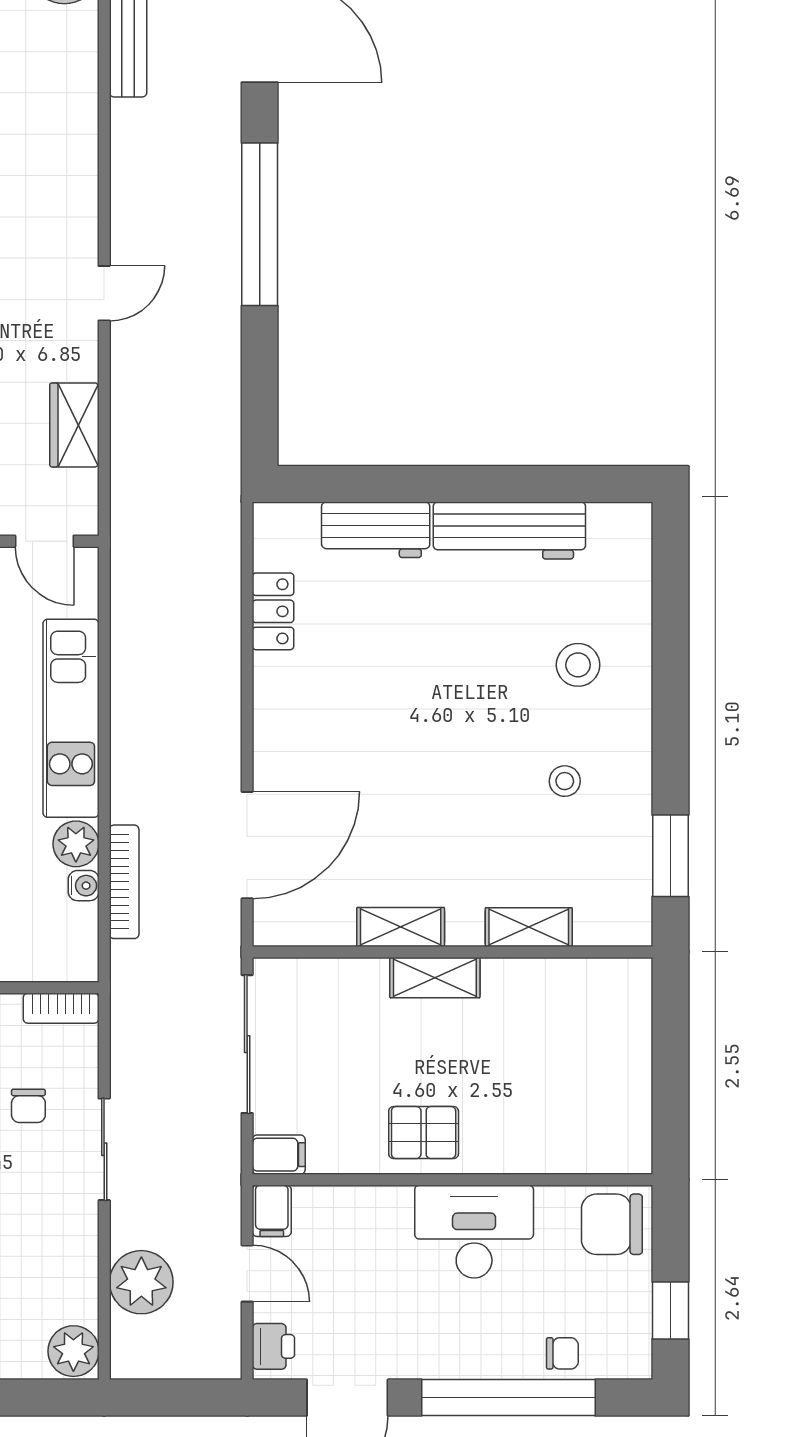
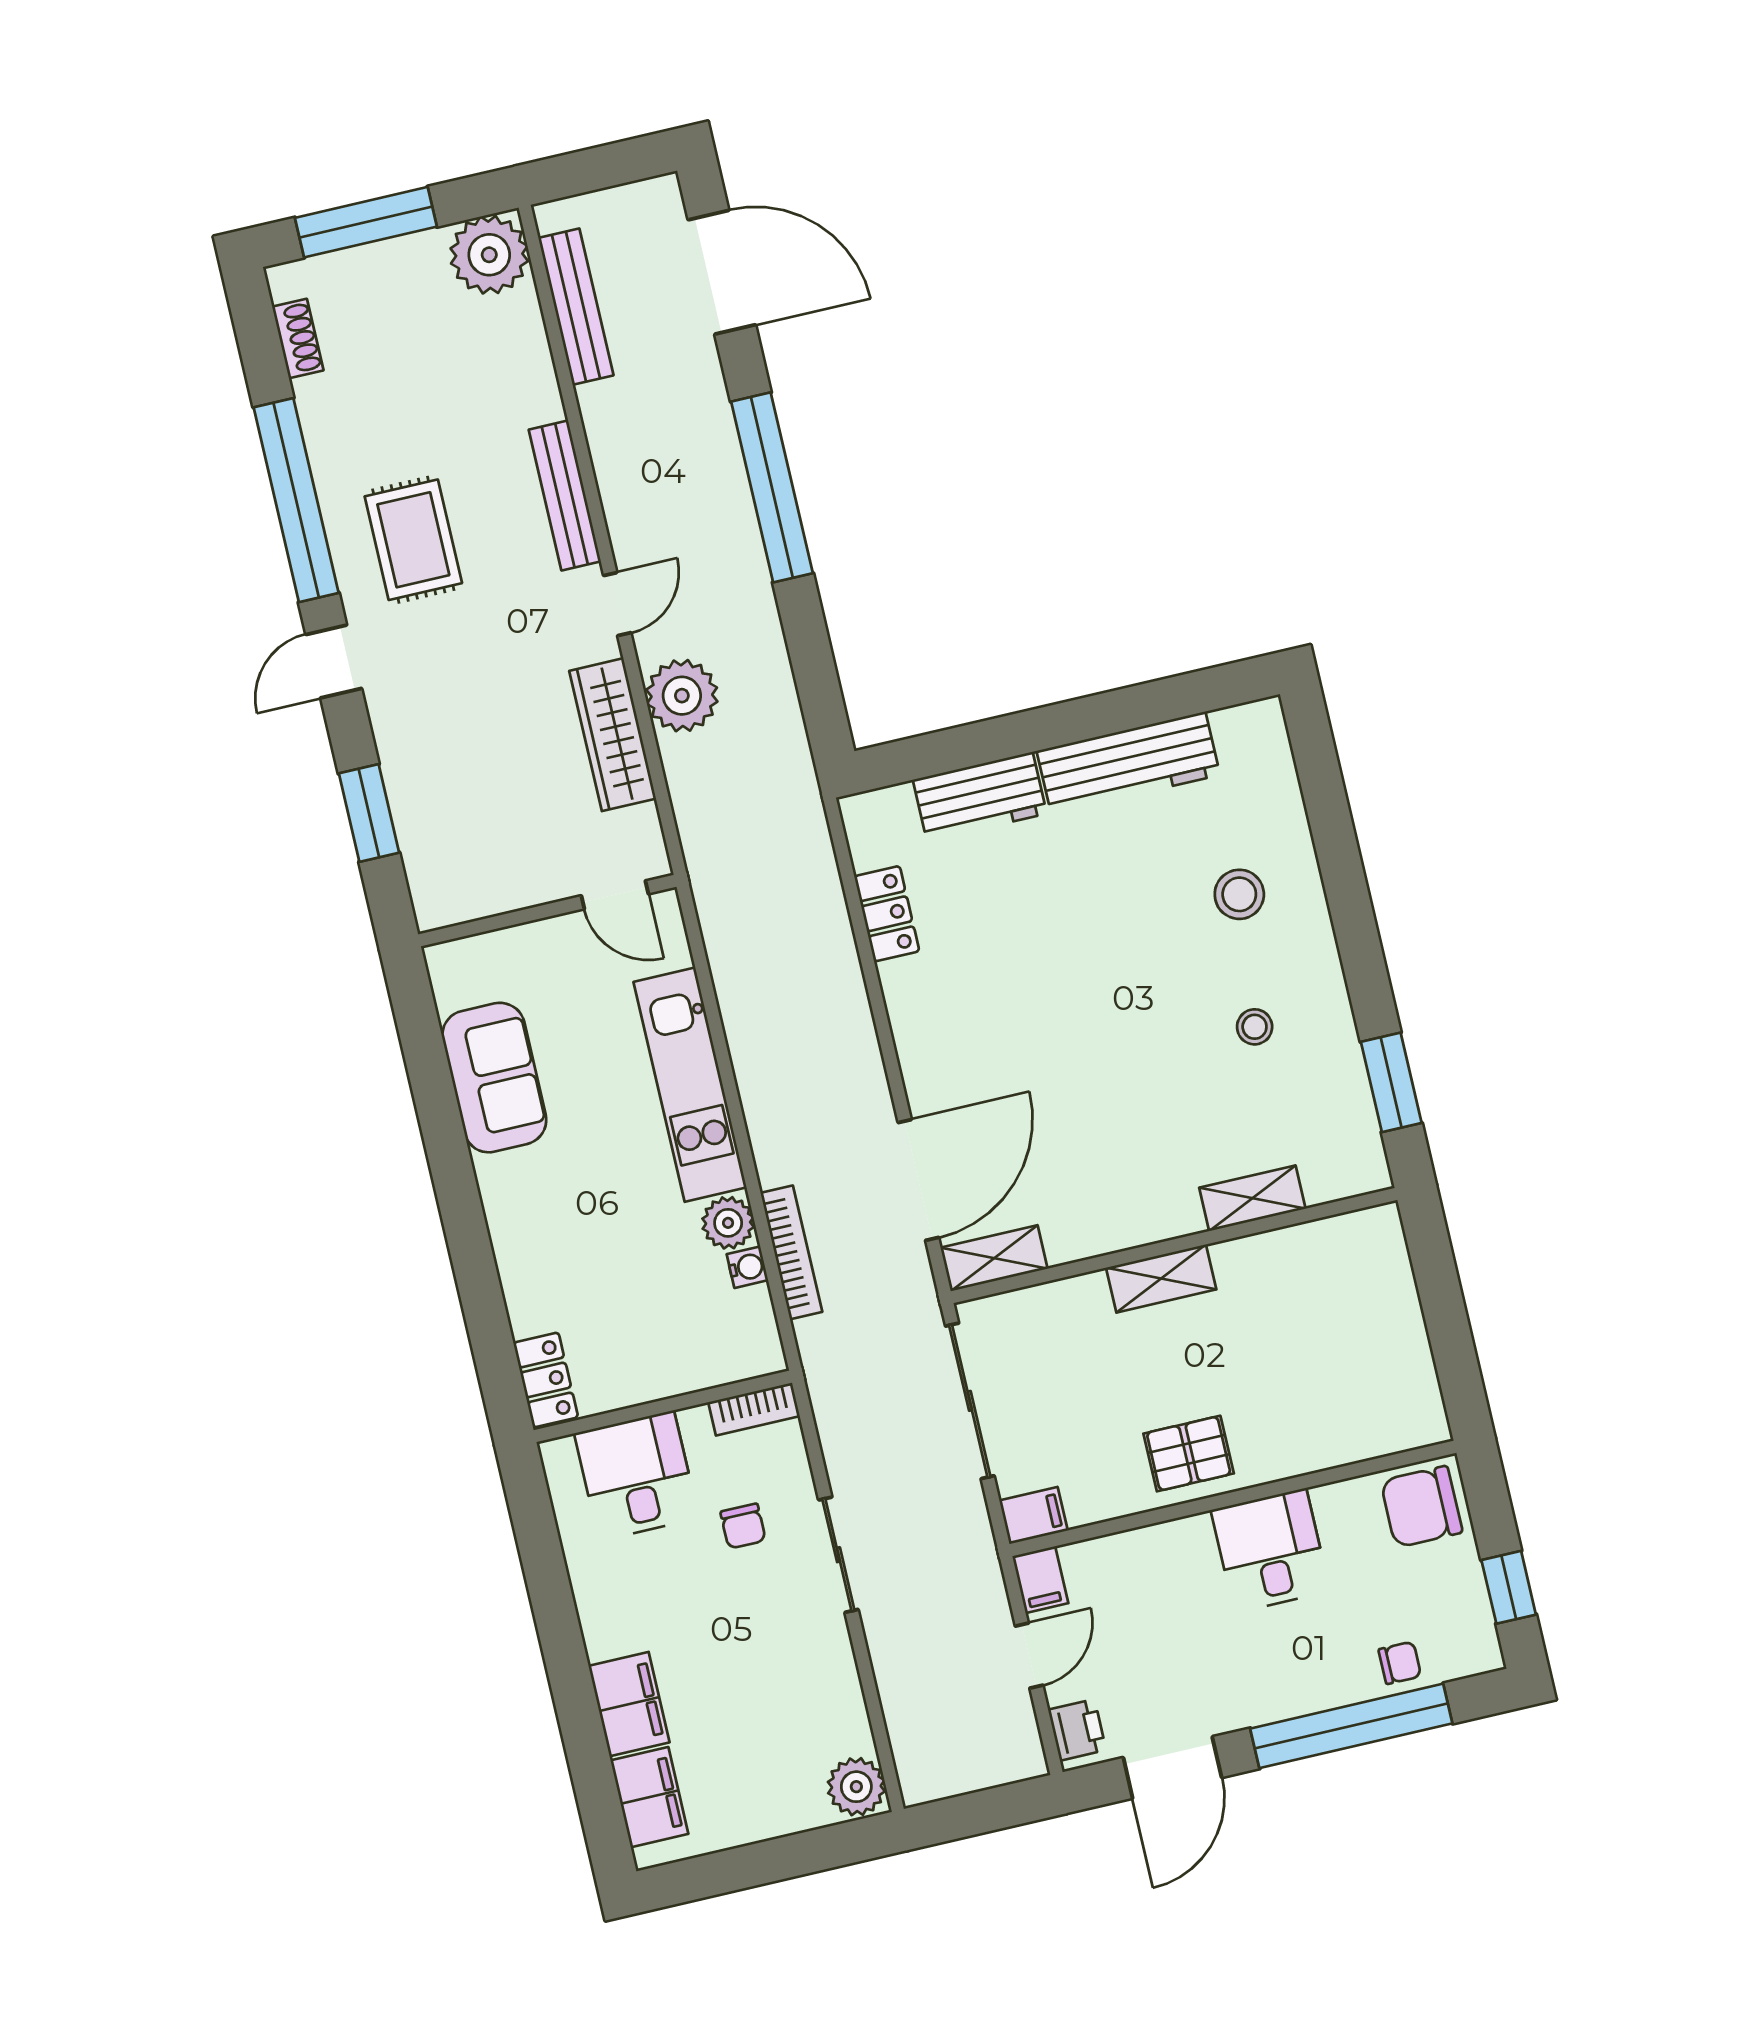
bench: (81, 190) -> (565, 495), added
wardrobe: (74, 425) -> (613, 735), width x1.50
shelving: (401, 927) -> (994, 1258), moved
desk: (474, 1232) -> (1270, 1550), width x0.73
door: (247, 1273) -> (1029, 1656), hinge flipped
plant: (141, 1282) -> (682, 696), moved

